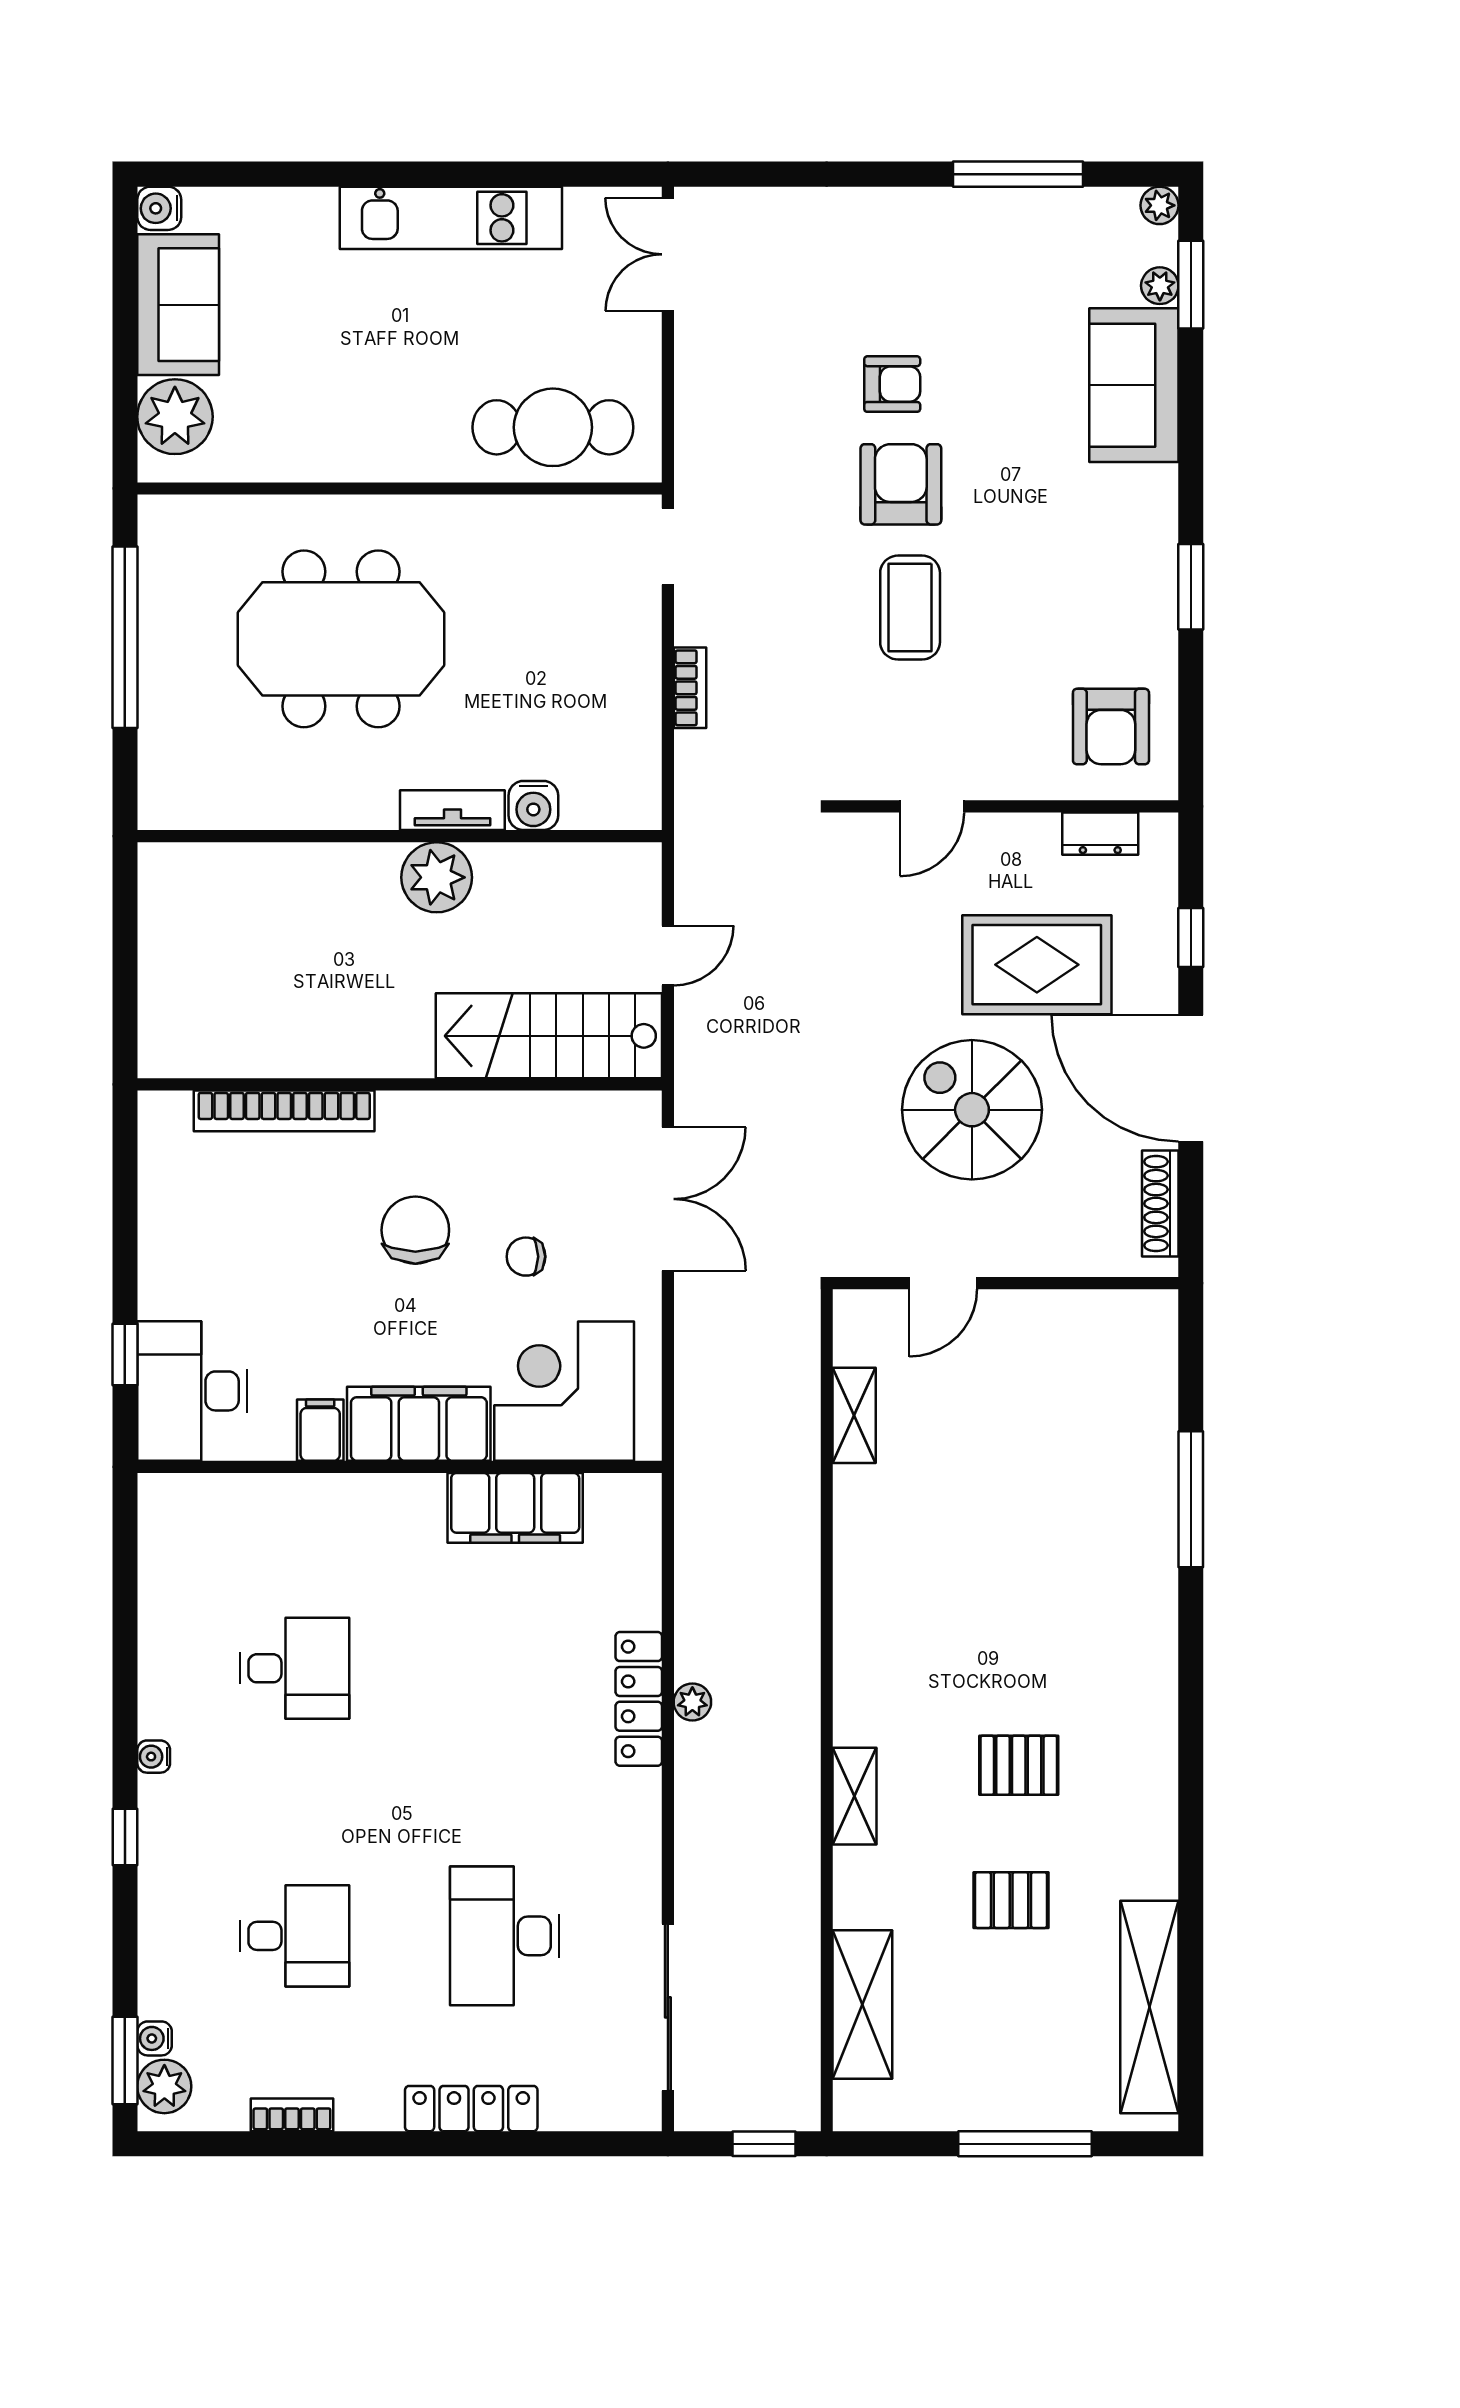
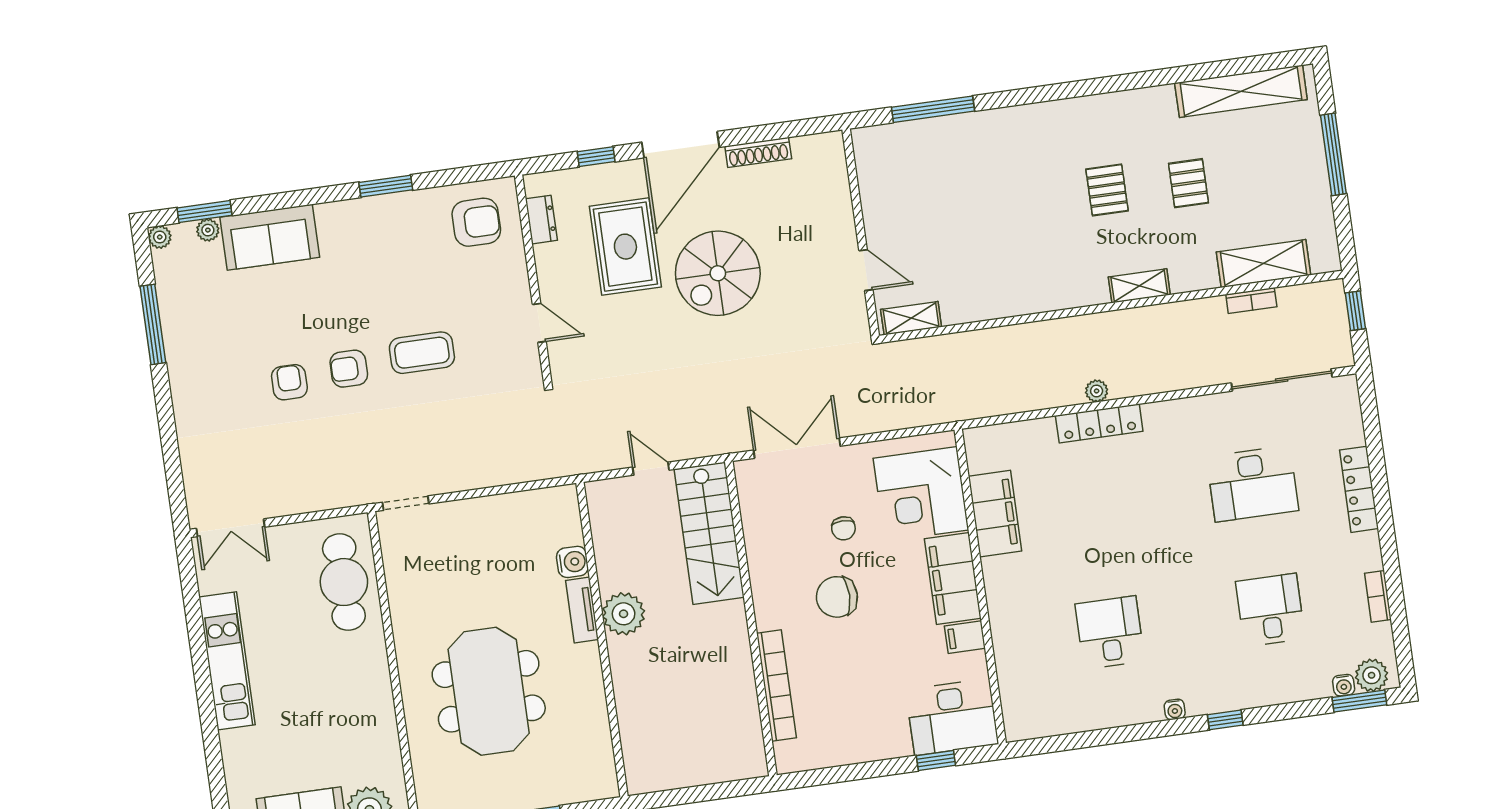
armchair: (901, 484) -> (349, 369), width x0.72, depth x0.72
bookcase: (690, 688) -> (1251, 301), moved, turned 180
door: (943, 1283) -> (866, 270), moved
wall: (1006, 1283) -> (861, 233), moved

